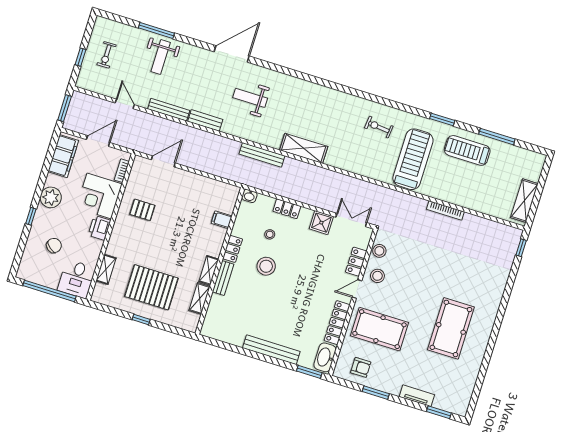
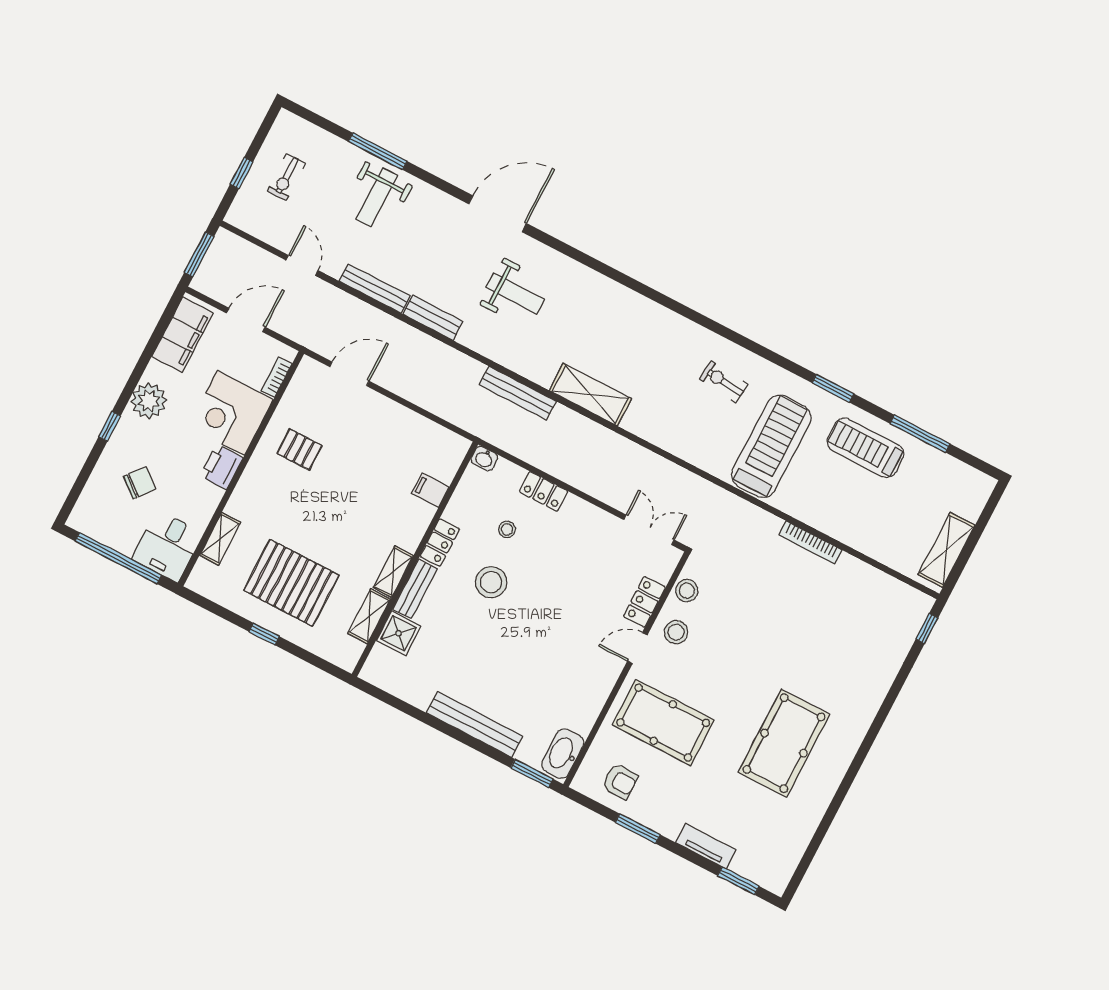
weight bench: (250, 98) -> (515, 293), turned 180
shower: (321, 223) -> (399, 633), moved
locker: (337, 323) -> (594, 699), removed

